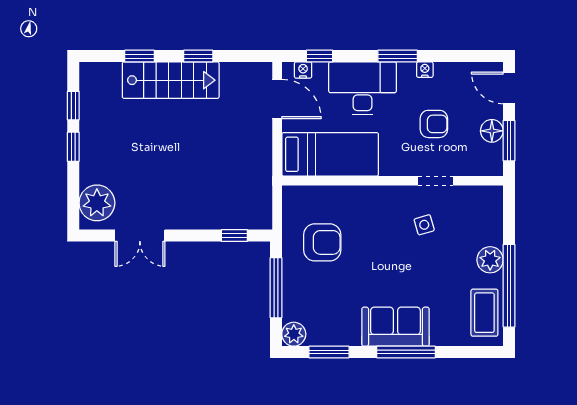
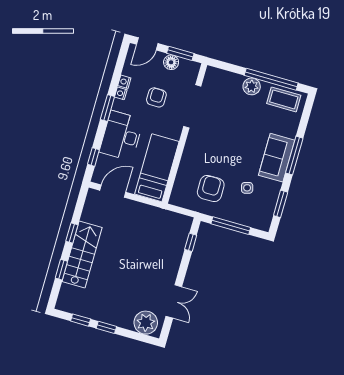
nightstand: (303, 70) -> (124, 82), moved
doorway: (436, 181) -> (192, 106), width x1.87
side table: (424, 225) -> (247, 188), moved
plant: (294, 334) -> (263, 223), removed

